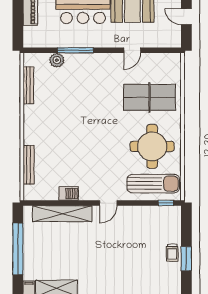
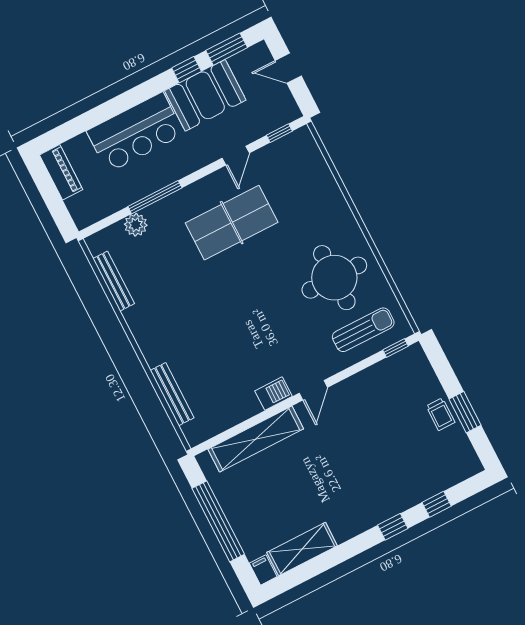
window: (163, 50) -> (279, 133), added
table tennis table: (150, 97) -> (232, 223), moved
sun lounger: (153, 184) -> (363, 330), width x0.73, depth x0.75
barbecue: (69, 193) -> (273, 394), moved

